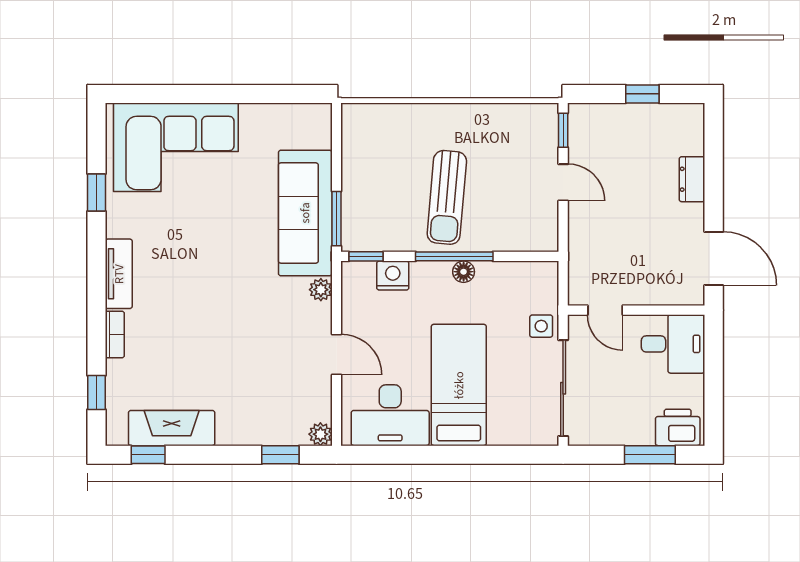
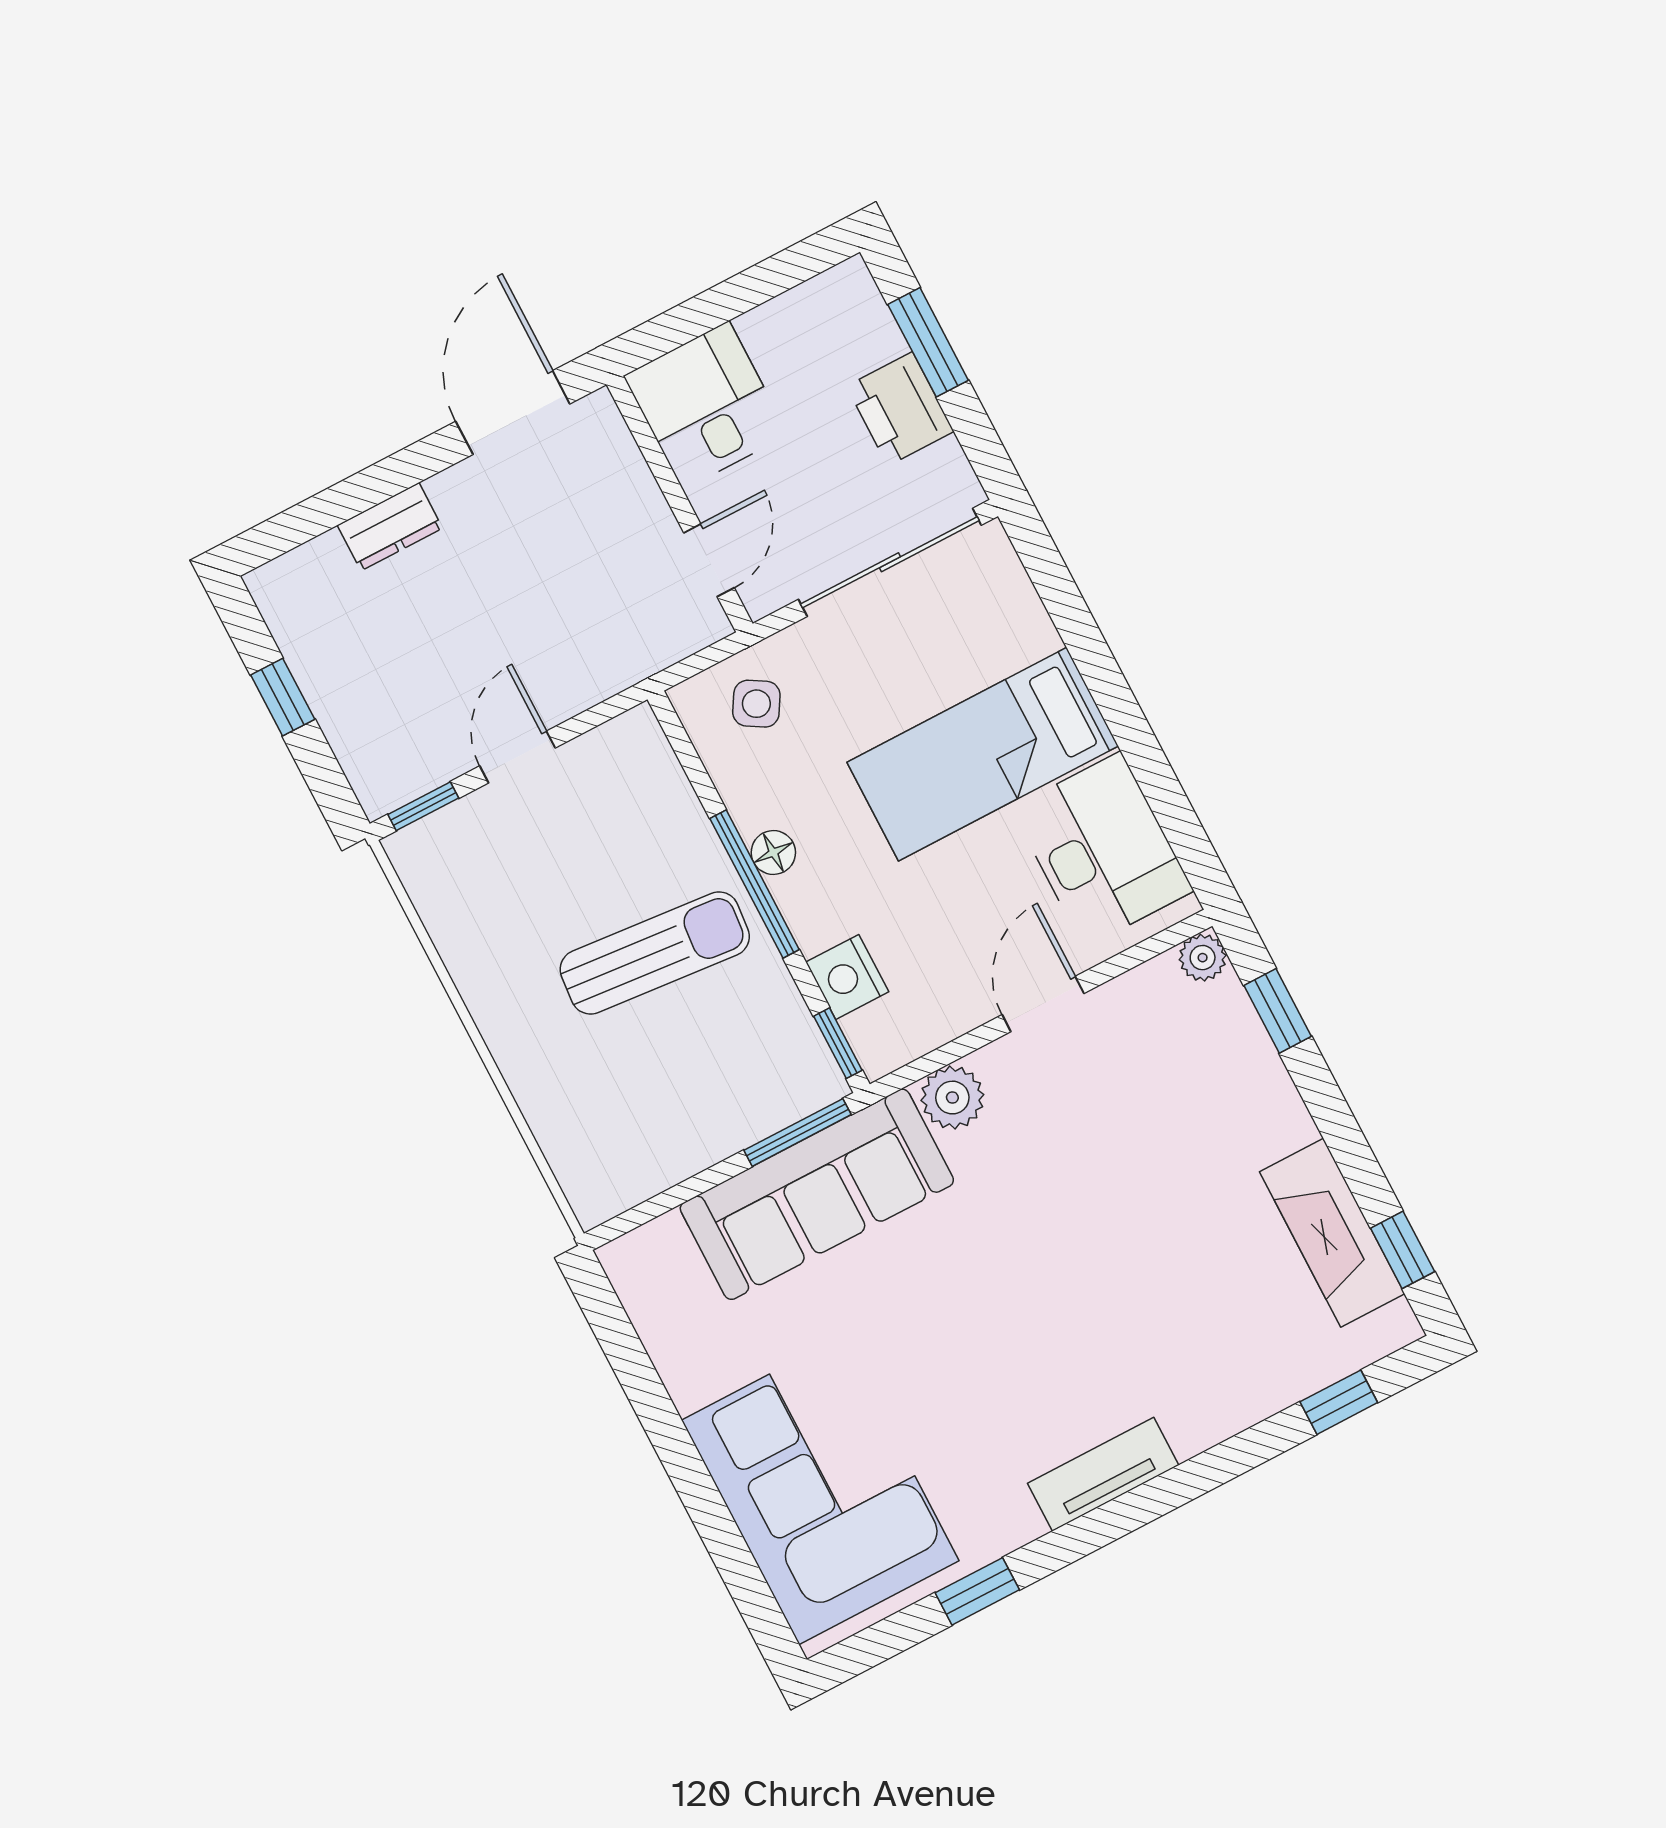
plant: (321, 290) -> (952, 1098), width x1.38, depth x1.38
side table: (541, 326) -> (756, 704), moved, turned 31
bookcase: (115, 334) -> (1217, 1424), removed
printer: (678, 427) -> (900, 409), moved

